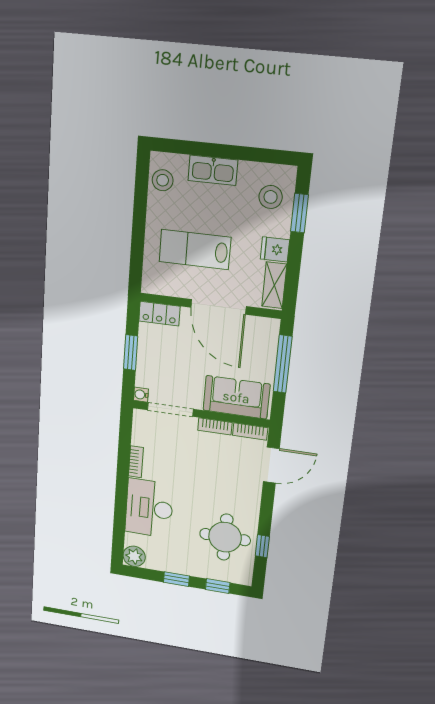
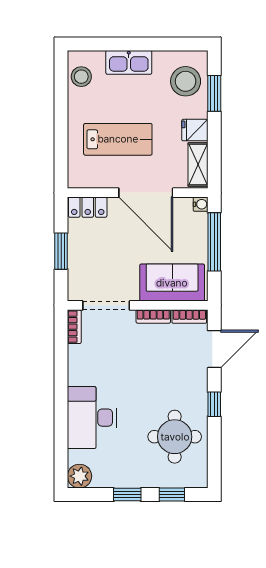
stool: (271, 197) -> (186, 81), width x1.38, depth x1.38
lab bench: (195, 250) -> (118, 139), turned 180
water cooler: (141, 395) -> (201, 204), moved, turned 180
bookcase: (136, 462) -> (74, 327), moved
window: (262, 546) -> (214, 404), moved

